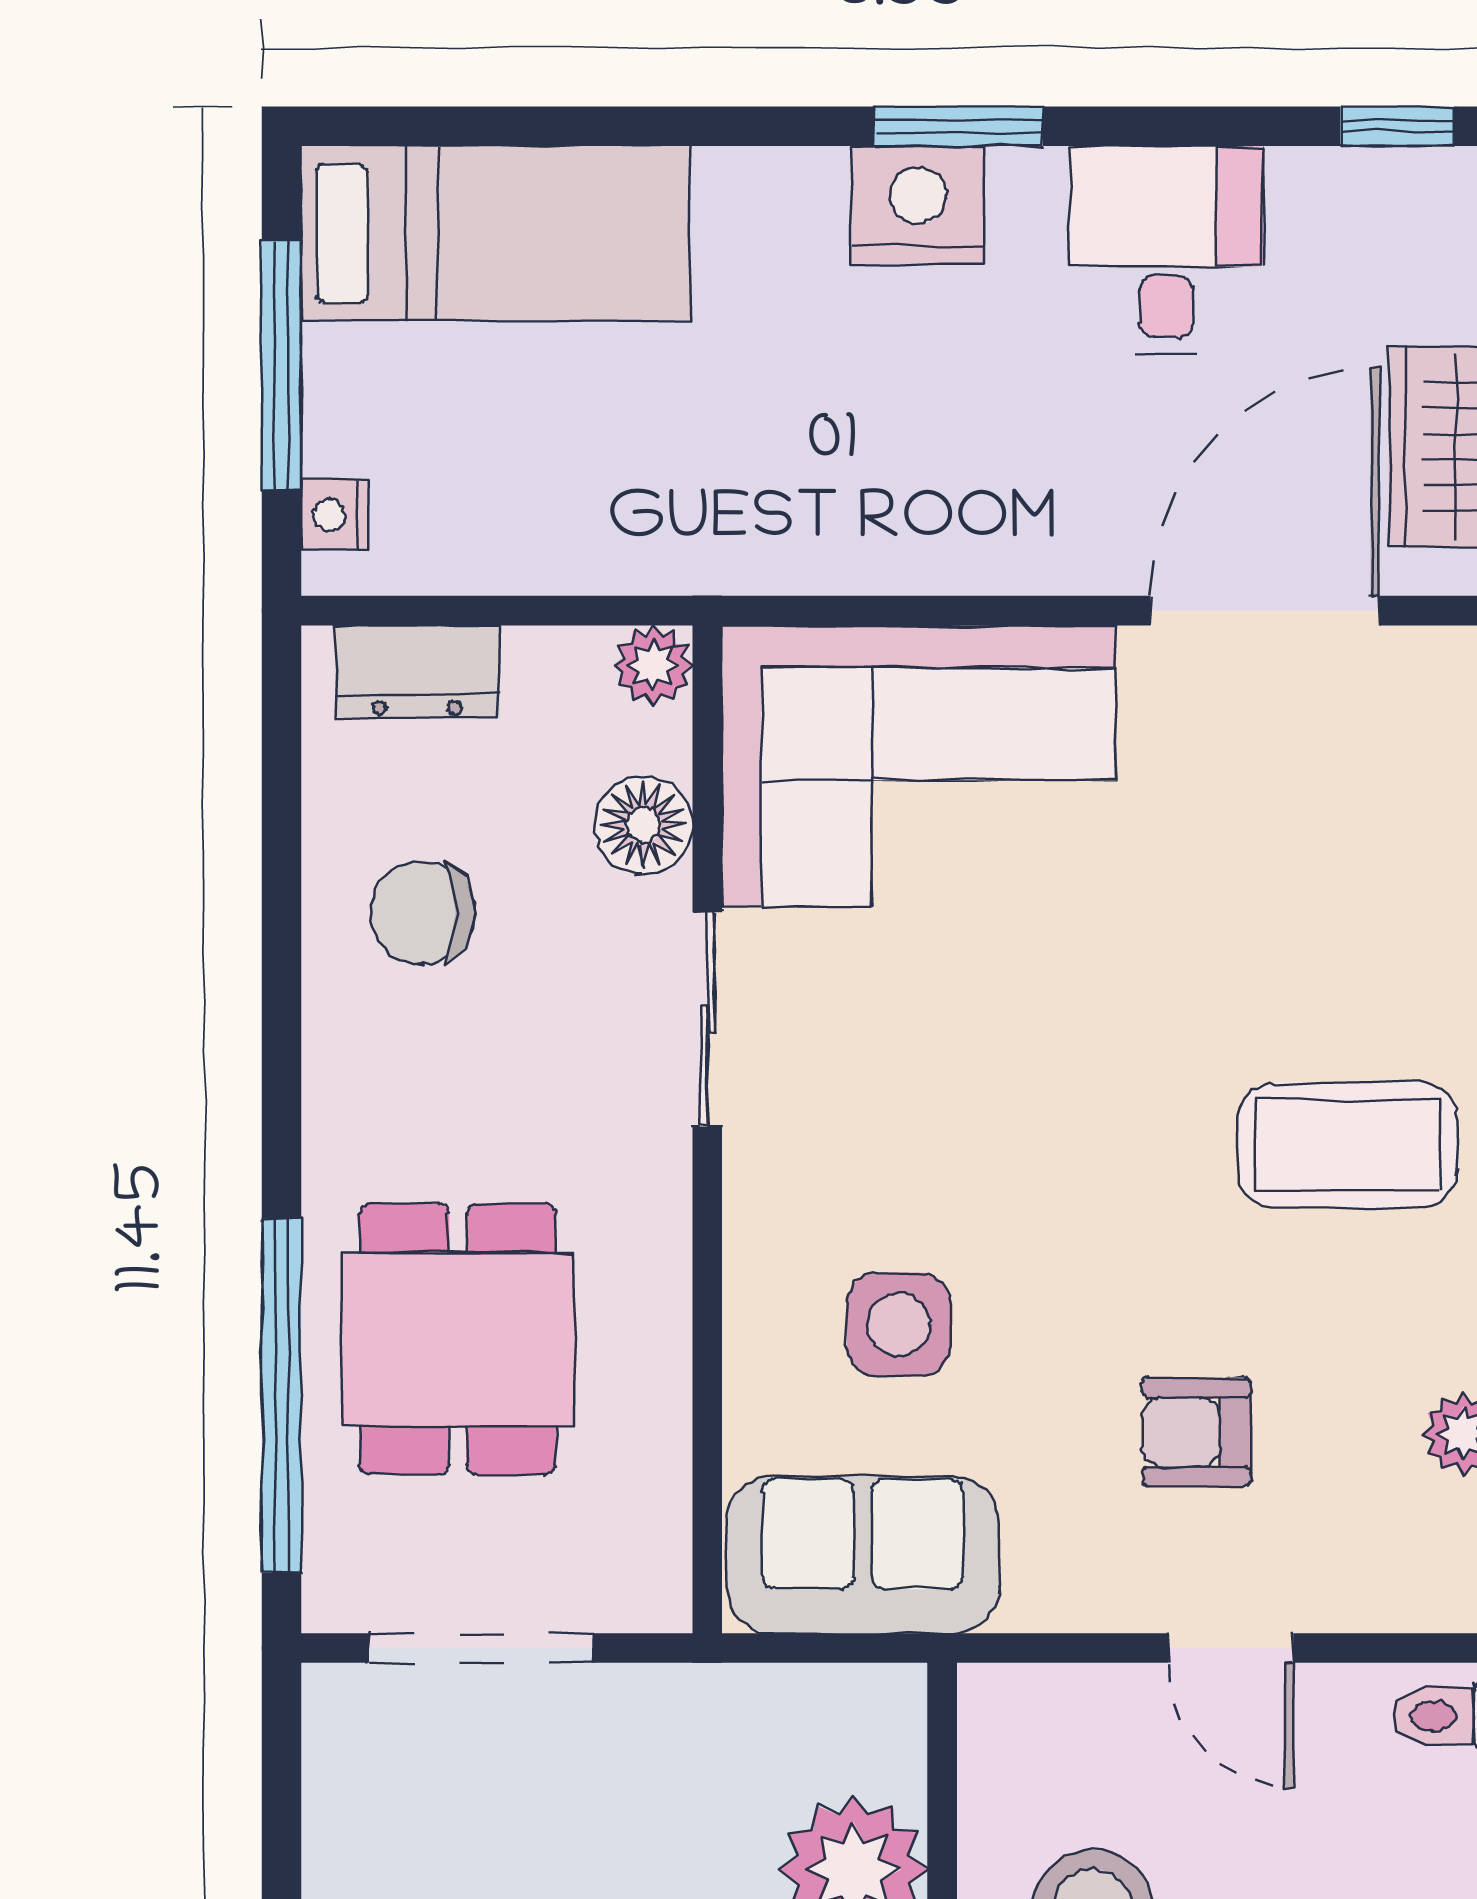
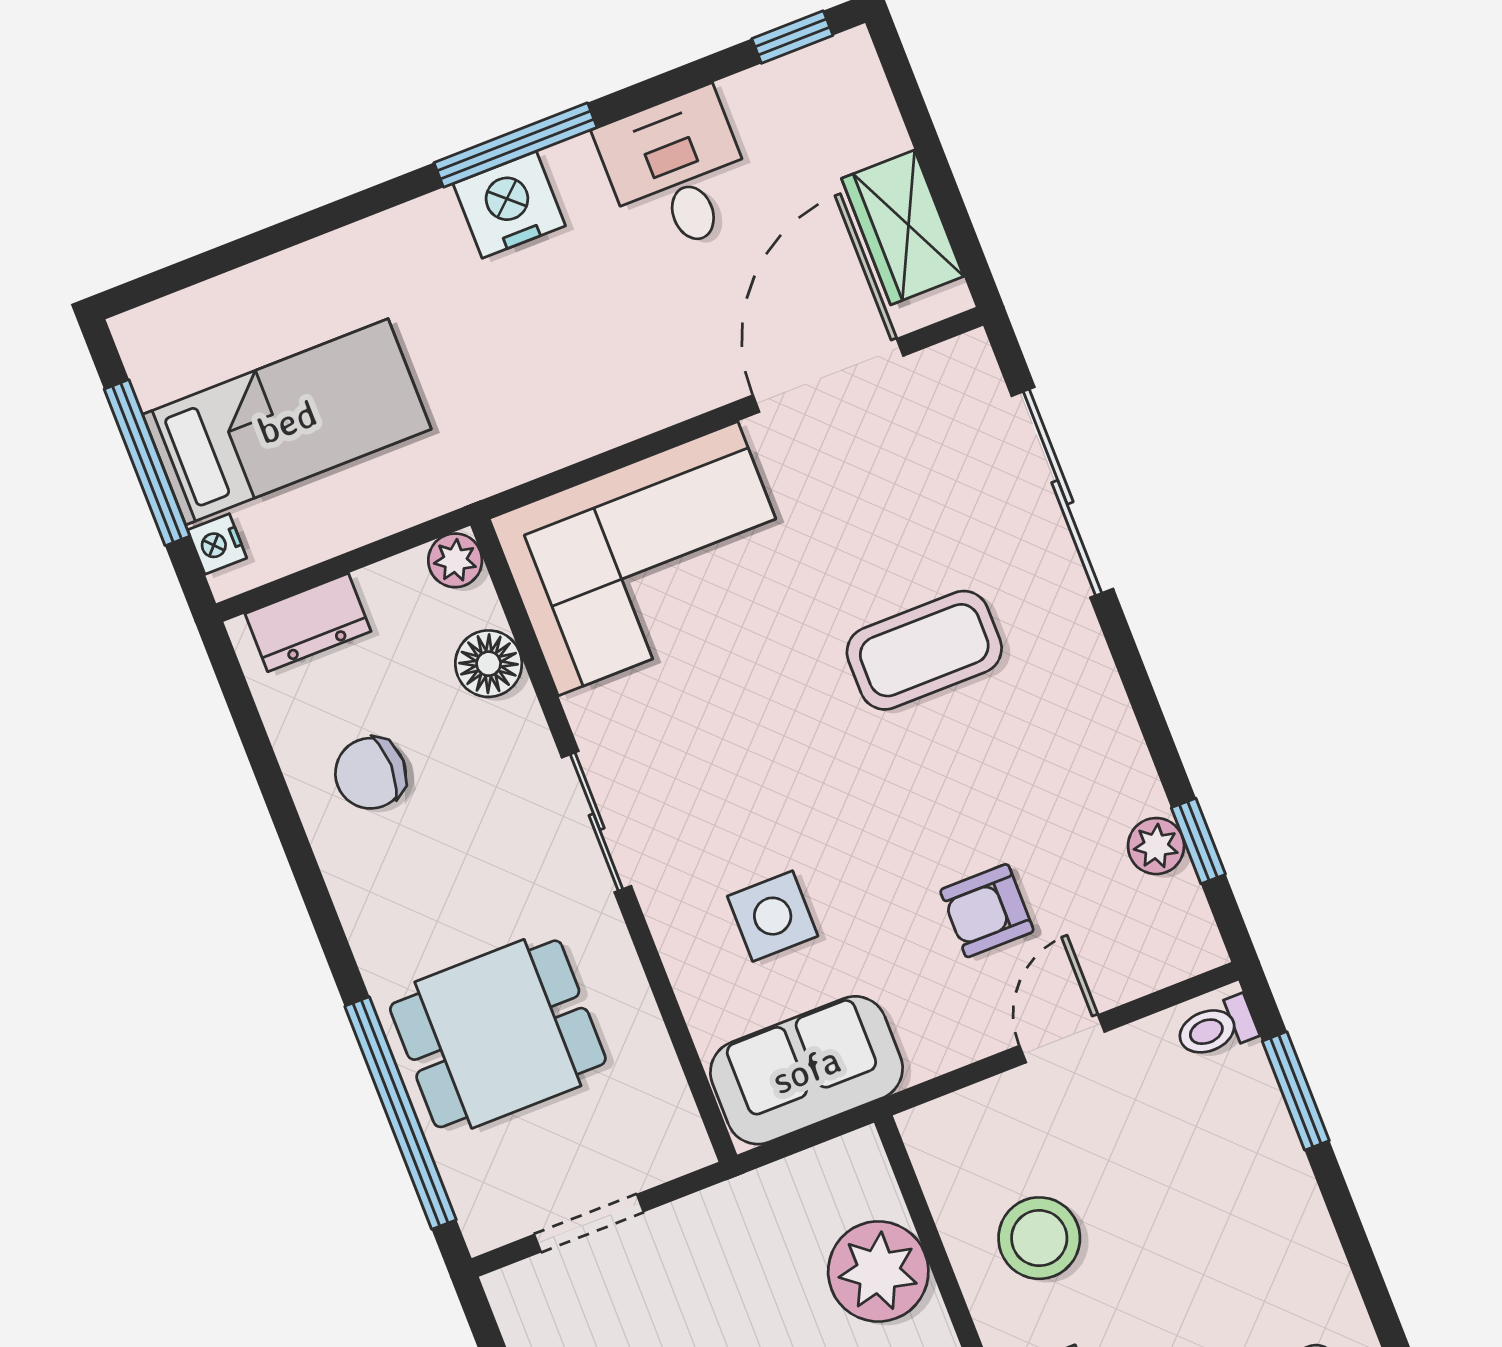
window: (959, 126) -> (516, 145), width x1.44
bed: (496, 233) -> (287, 422), moved
sliding door: (707, 1019) -> (597, 822), moved
coffee table: (1347, 1145) -> (924, 650), moved
dining table: (458, 1339) -> (498, 1034), turned 90
doorway: (481, 1648) -> (589, 1223), width x0.73
door: (1231, 1648) -> (1062, 1039), swing flipped

